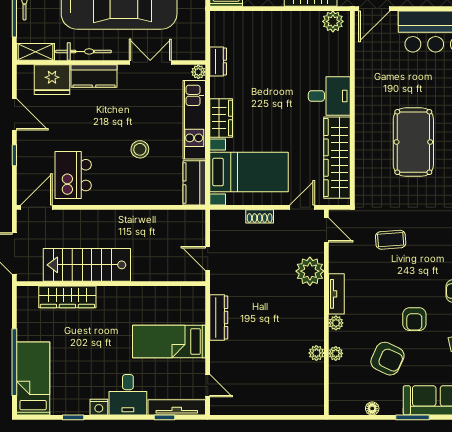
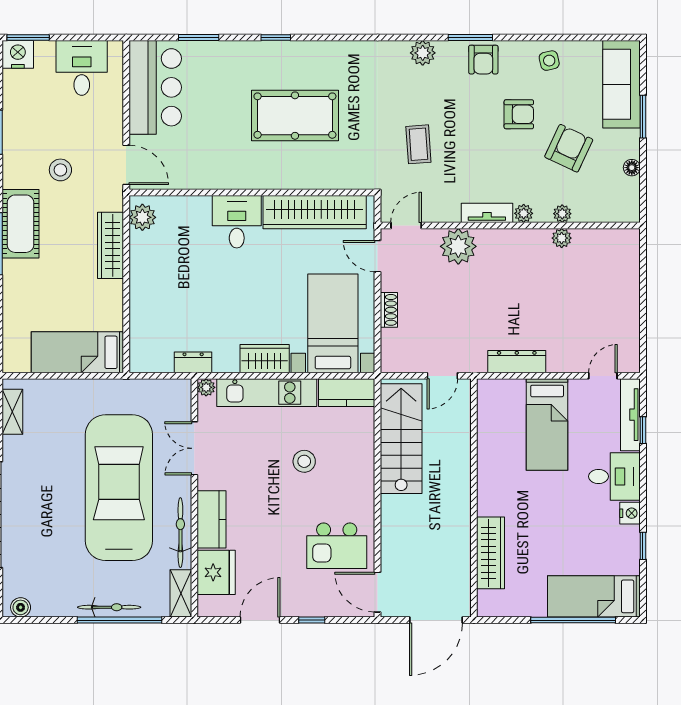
stairs: (87, 265) -> (401, 439), moved, turned 180

